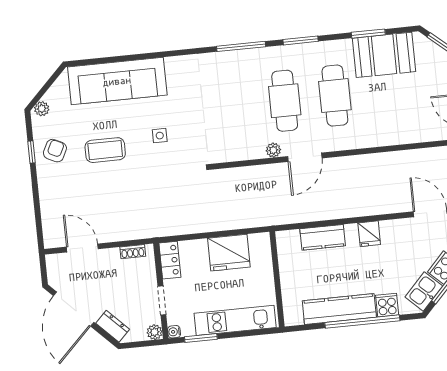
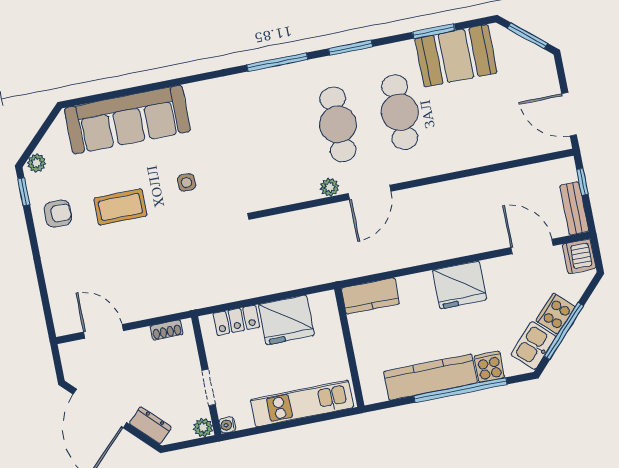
armchair: (55, 151) -> (58, 214), turned 64
window: (31, 152) -> (24, 192), moved
fridge: (369, 234) -> (460, 285), width x1.88, depth x1.34
kitchen counter: (323, 237) -> (370, 296), moved
locker: (170, 260) -> (236, 320), moved, turned 90
window: (201, 338) -> (261, 429), removed

